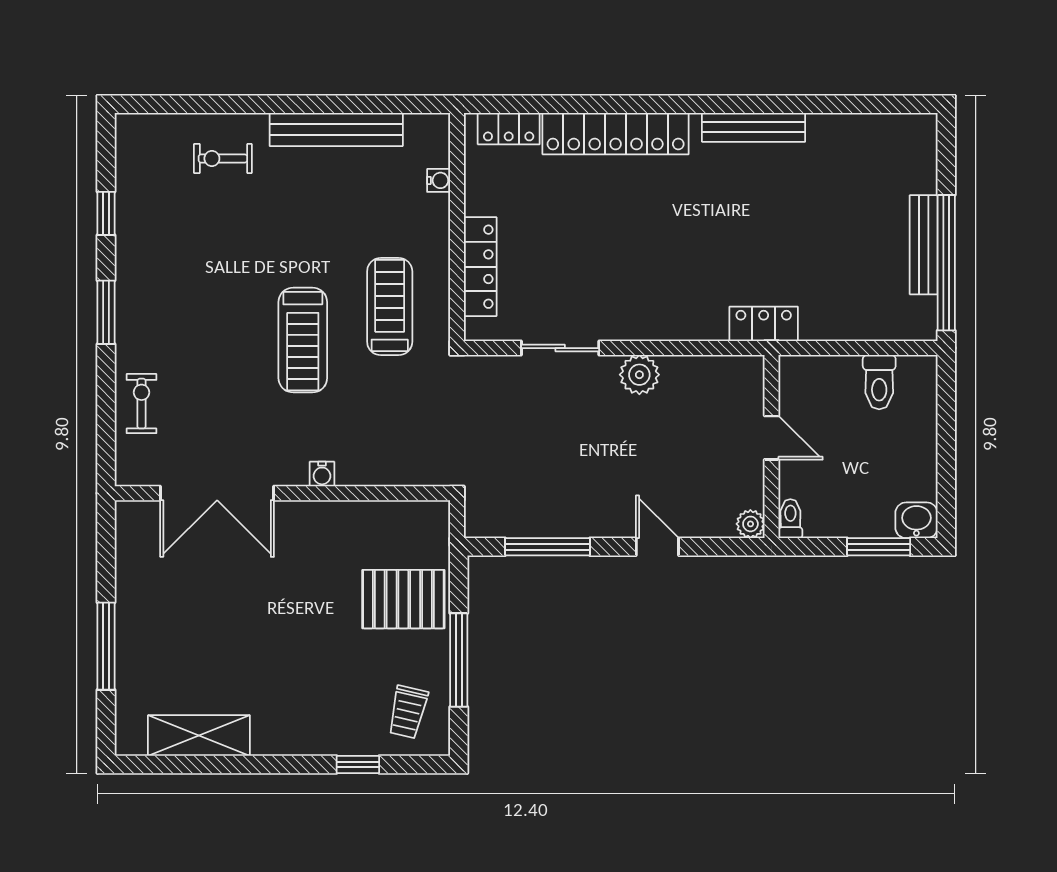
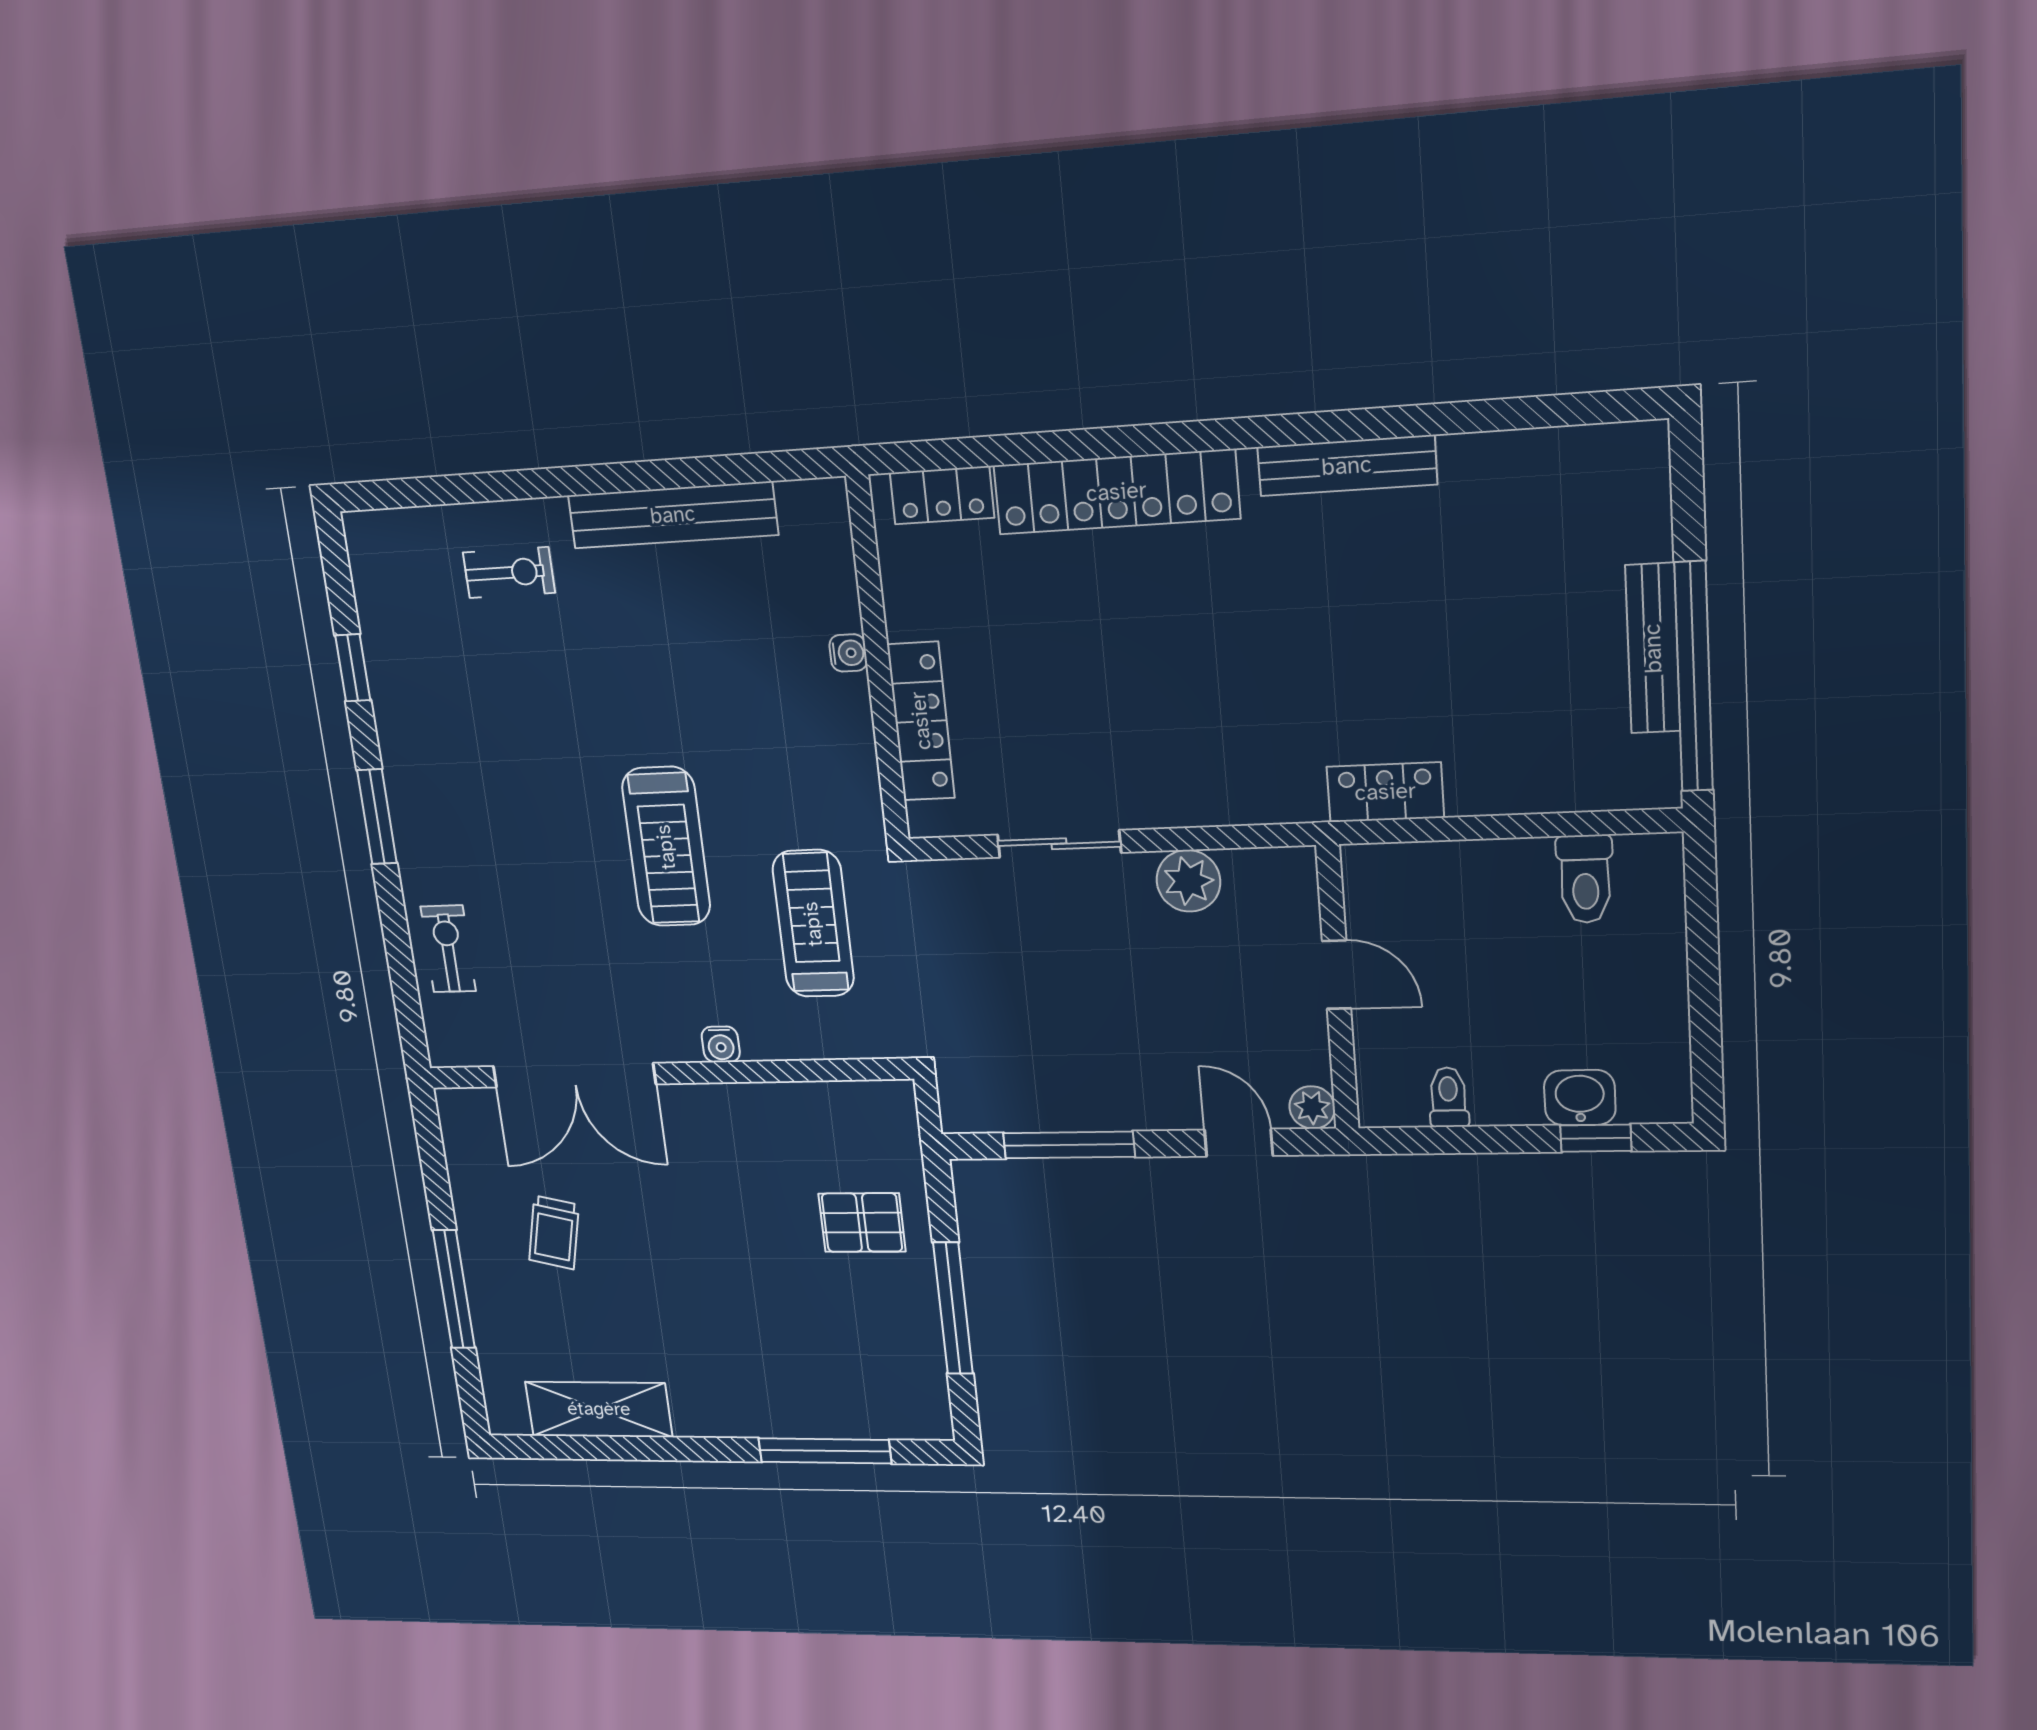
exercise bike: (223, 158) -> (509, 573), turned 180
water cooler: (439, 180) -> (848, 653), moved
treadmill: (390, 307) -> (813, 924), moved
door: (772, 438) -> (1337, 975), moved
wall: (772, 447) -> (1338, 988), moved
washbasin: (916, 520) -> (1580, 1098), moved
plant: (750, 524) -> (1312, 1107), moved
window: (879, 547) -> (1596, 1138), width x0.67
pallet: (403, 599) -> (862, 1223), width x0.67, depth x0.71
trolley: (408, 712) -> (554, 1232), moved
window: (358, 765) -> (825, 1451), width x2.17

